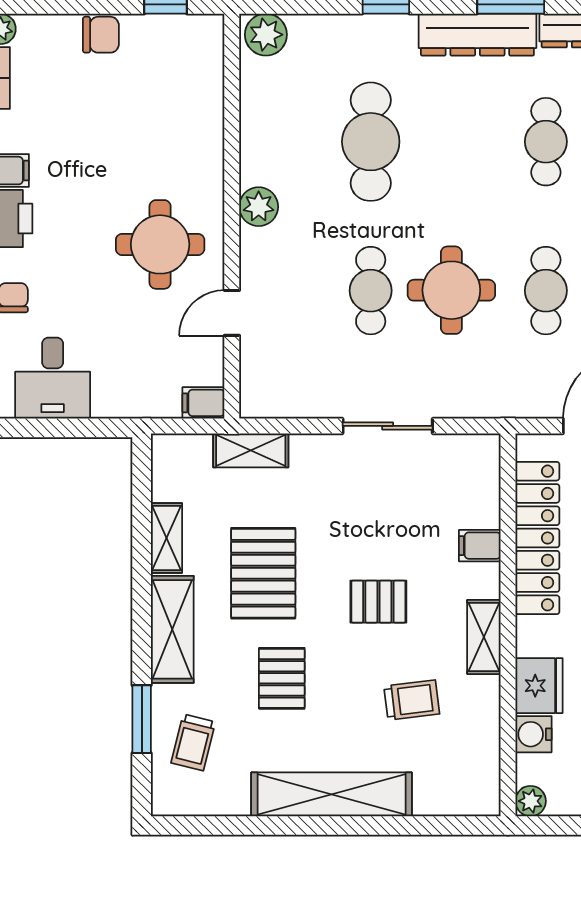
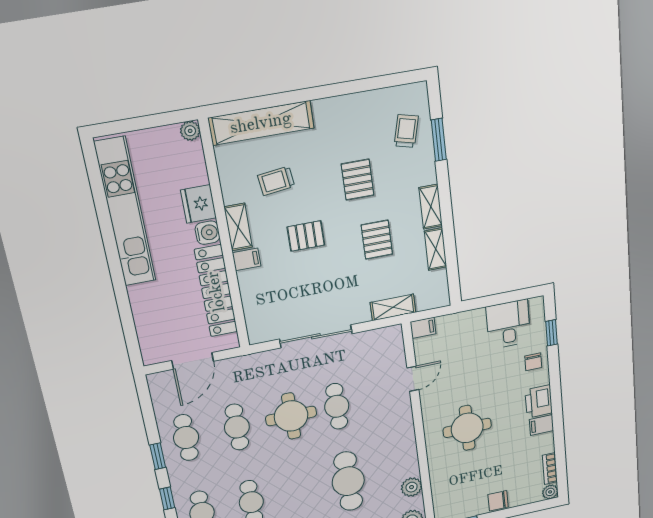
plant: (259, 207) -> (412, 487), moved
round table: (160, 244) -> (467, 428), moved
sliding door: (388, 426) -> (316, 336), width x1.37
filing cabinet: (480, 546) -> (247, 259), moved
pallet: (263, 573) -> (377, 240), width x0.67, depth x0.71
shelving: (172, 629) -> (431, 207), width x0.67, depth x0.75
water cooler: (534, 734) -> (207, 233), moved
shelving: (332, 794) -> (261, 123), moved

